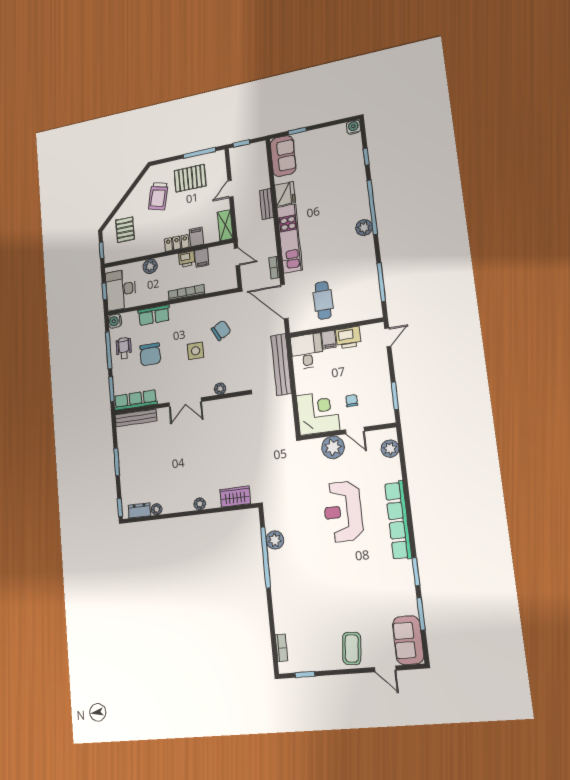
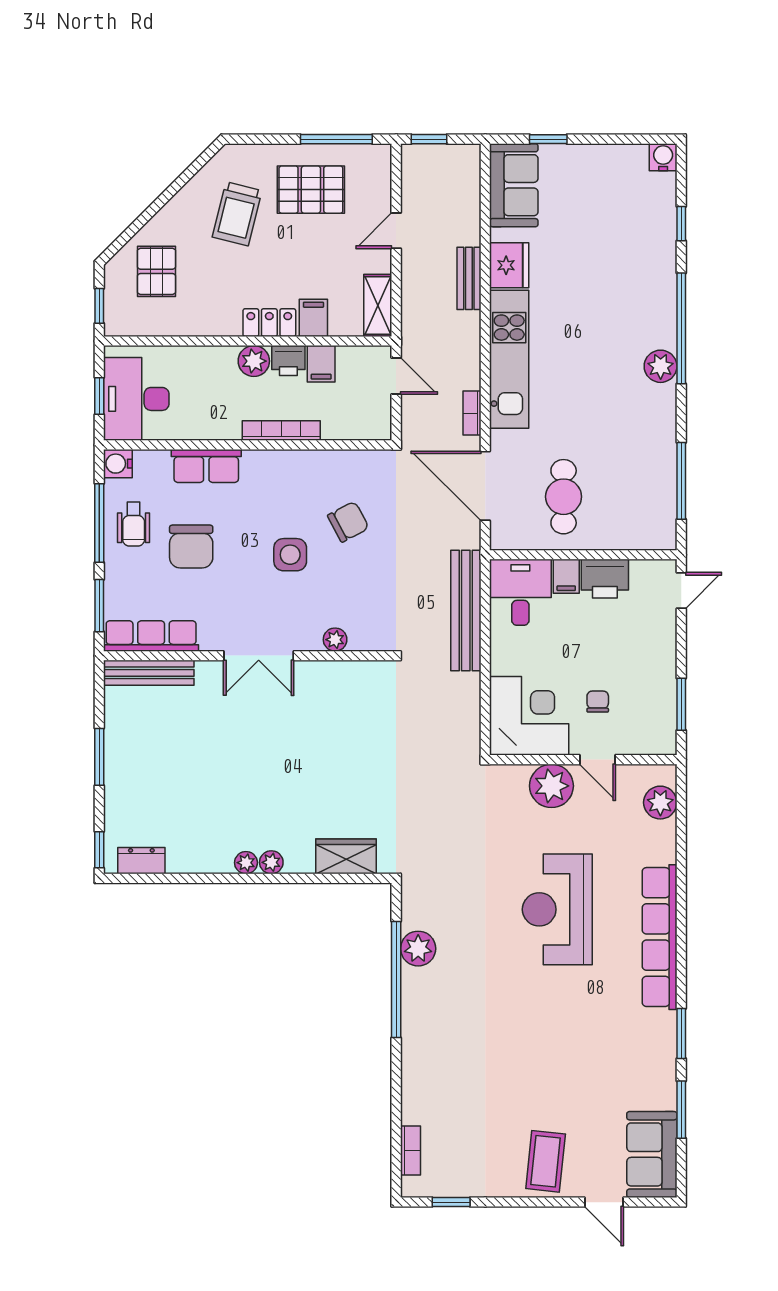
plant: (150, 266) -> (254, 361), moved
wheelchair: (124, 348) -> (134, 524), turned 180
plant: (157, 509) -> (246, 863), moved

